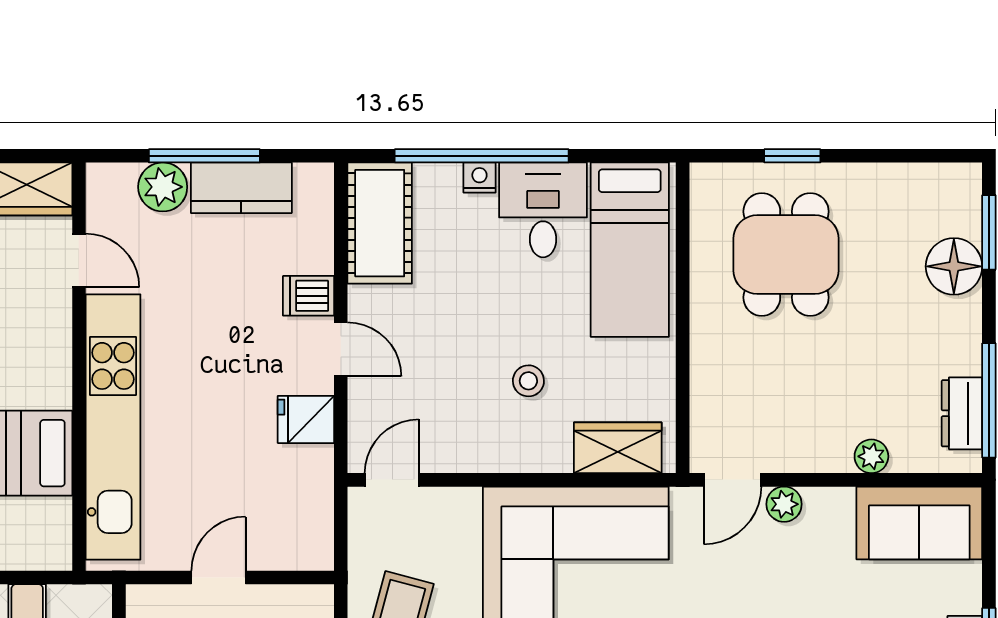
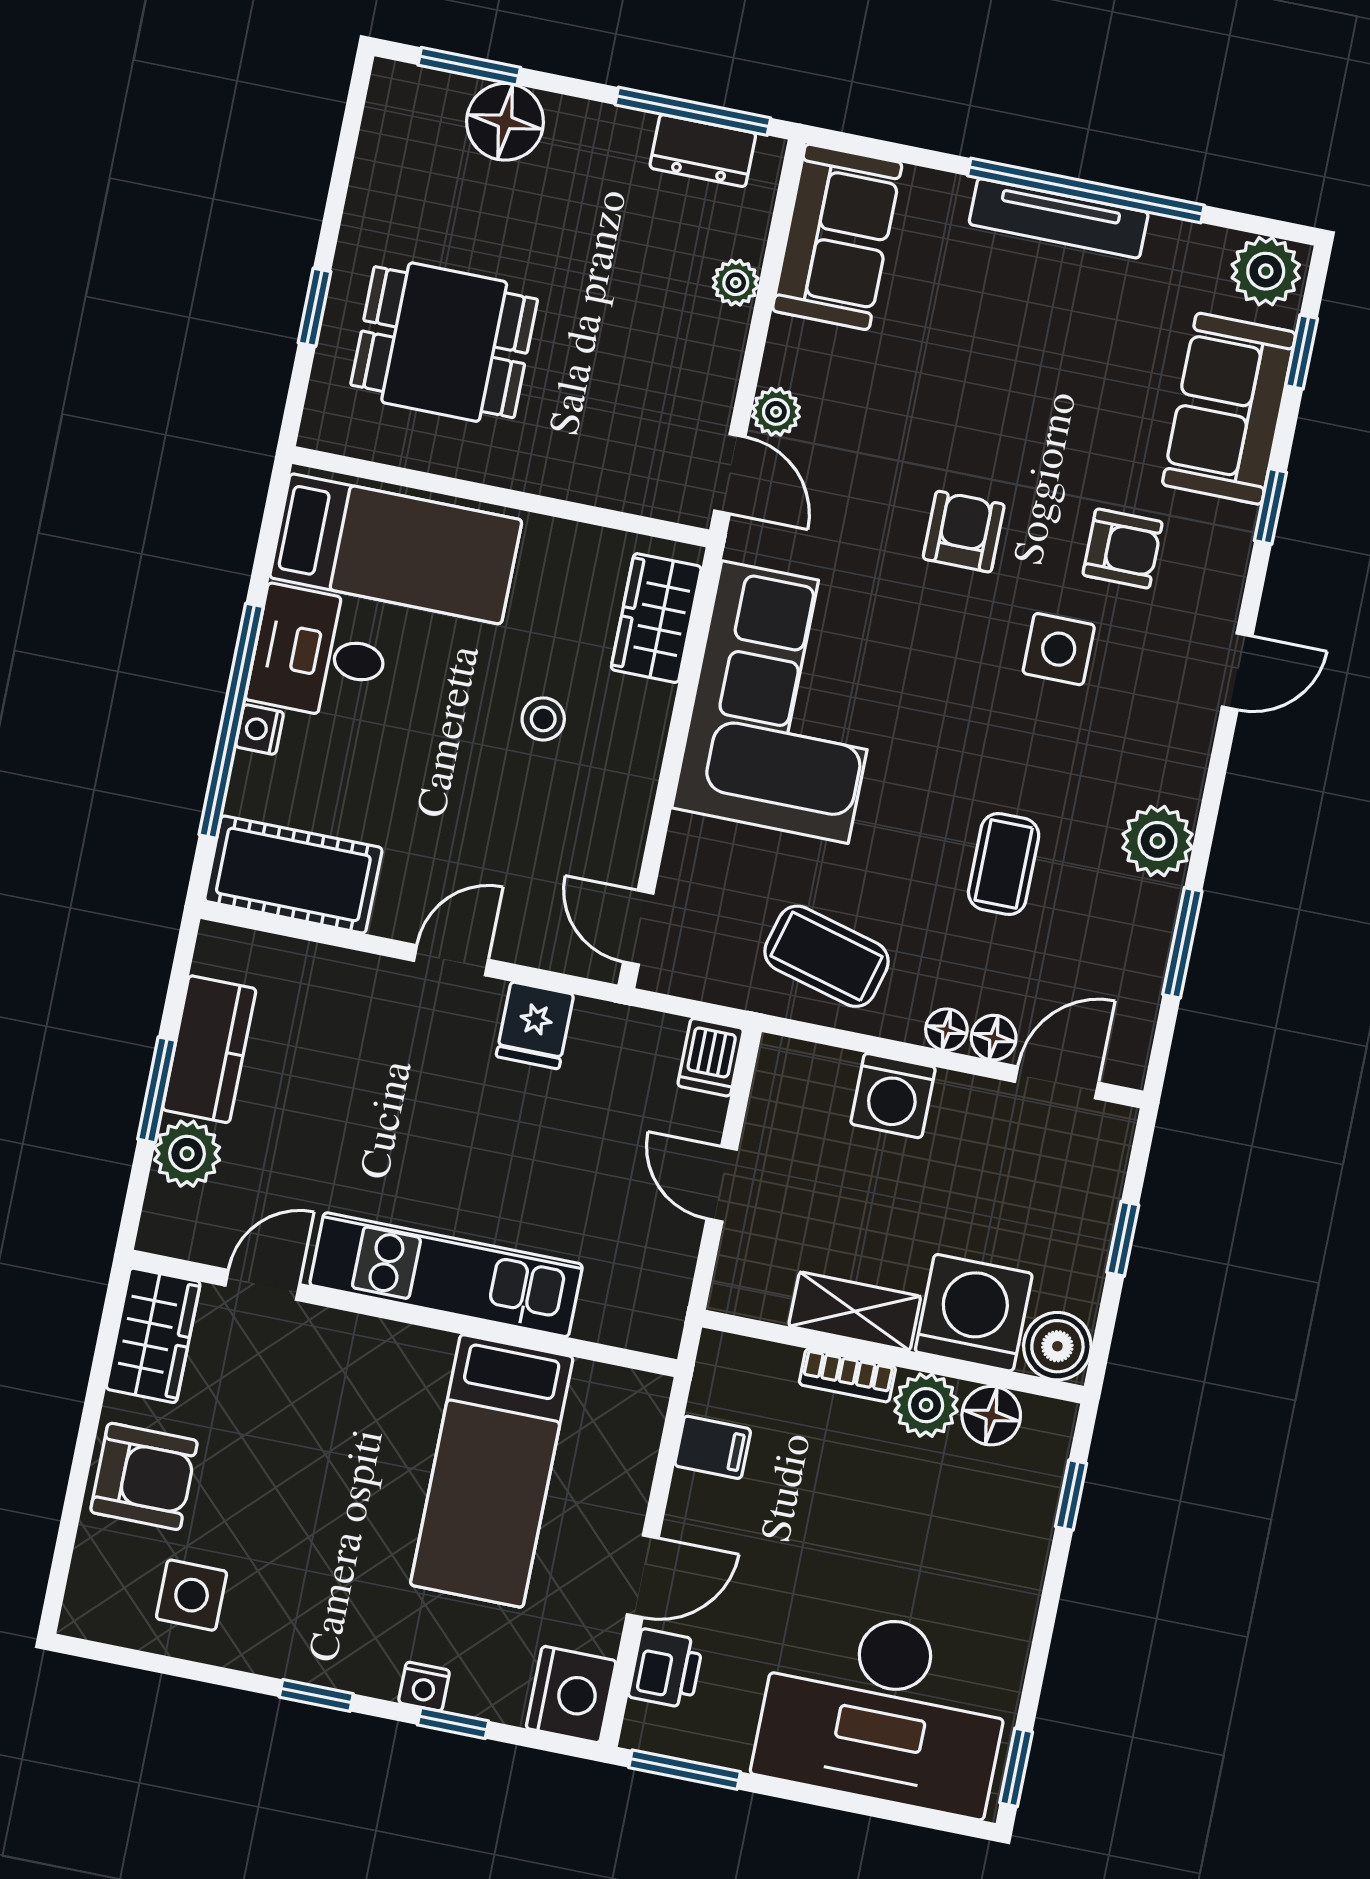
window: (204, 156) -> (157, 1090), width x0.69
dishwasher: (309, 296) -> (711, 1057), moved
kitchen unit: (113, 427) -> (446, 1275), width x0.73

